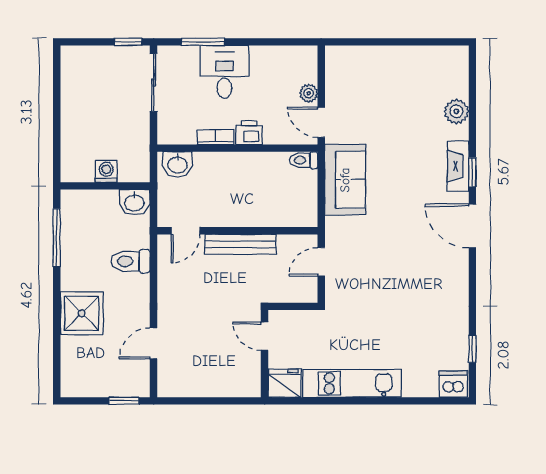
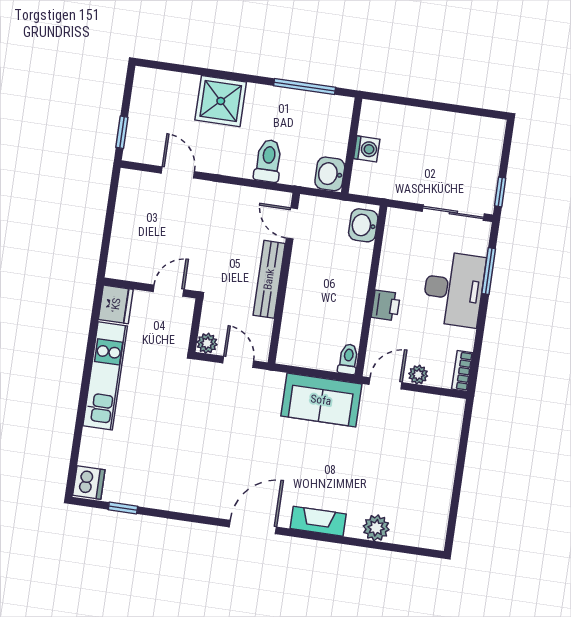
desk: (224, 72) -> (454, 289), width x1.37
bookcase: (215, 137) -> (462, 371), moved, turned 180
window: (472, 172) -> (309, 535), removed
plant: (308, 293) -> (207, 343), added

